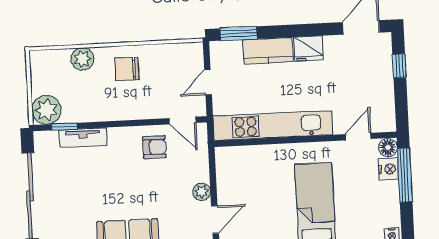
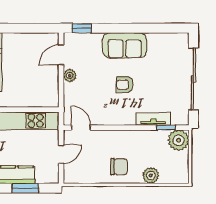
window: (238, 34) -> (25, 188), moved
armchair: (154, 147) -> (125, 85), moved

